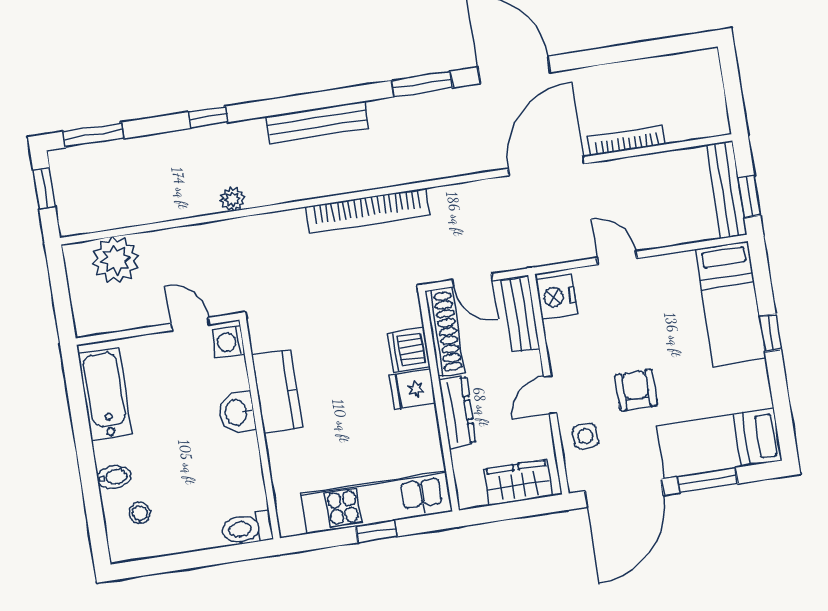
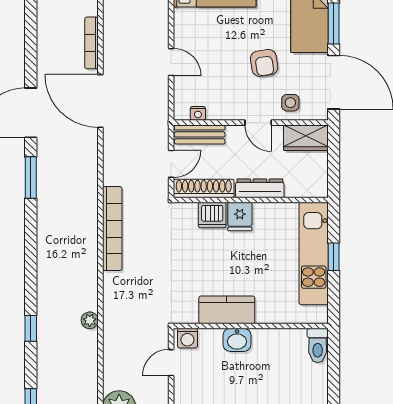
bench: (317, 122) -> (46, 254), removed
door: (617, 258) -> (171, 62), swing flipped
nightstand: (557, 297) -> (198, 113), width x0.53, depth x0.56
armchair: (636, 390) -> (264, 63), turned -99
wardrobe: (518, 483) -> (306, 138), moved, turned -90

